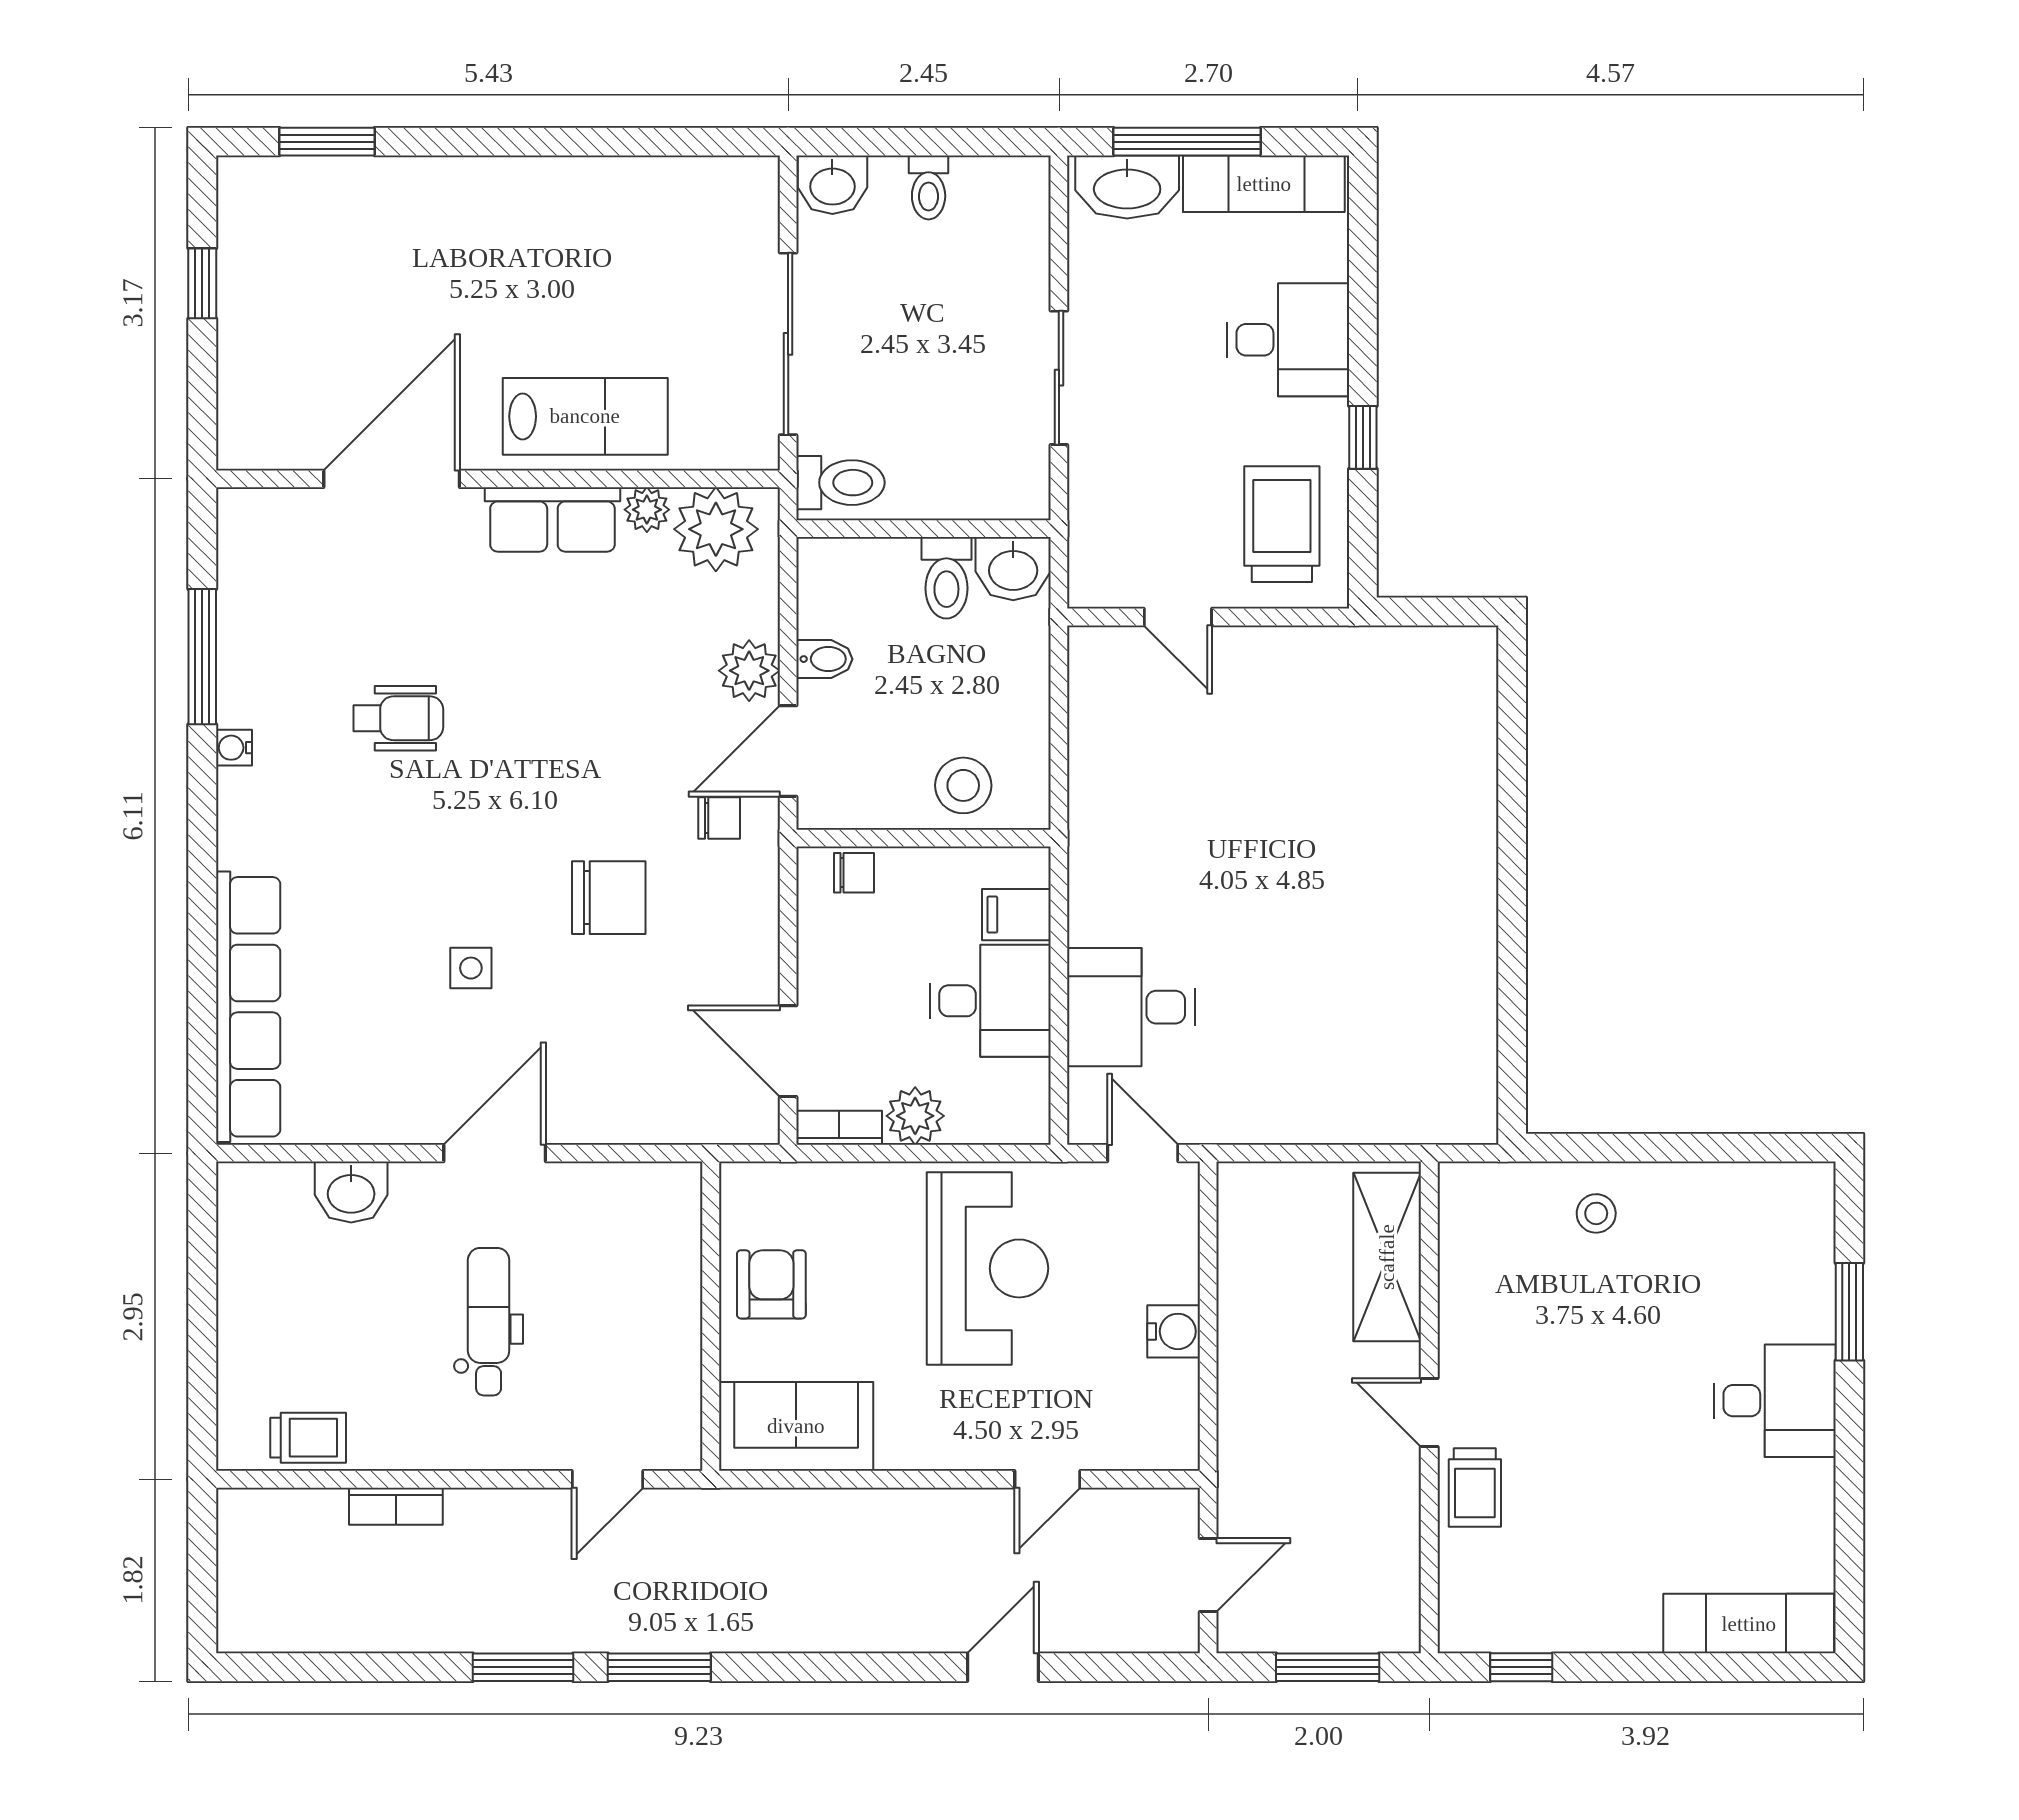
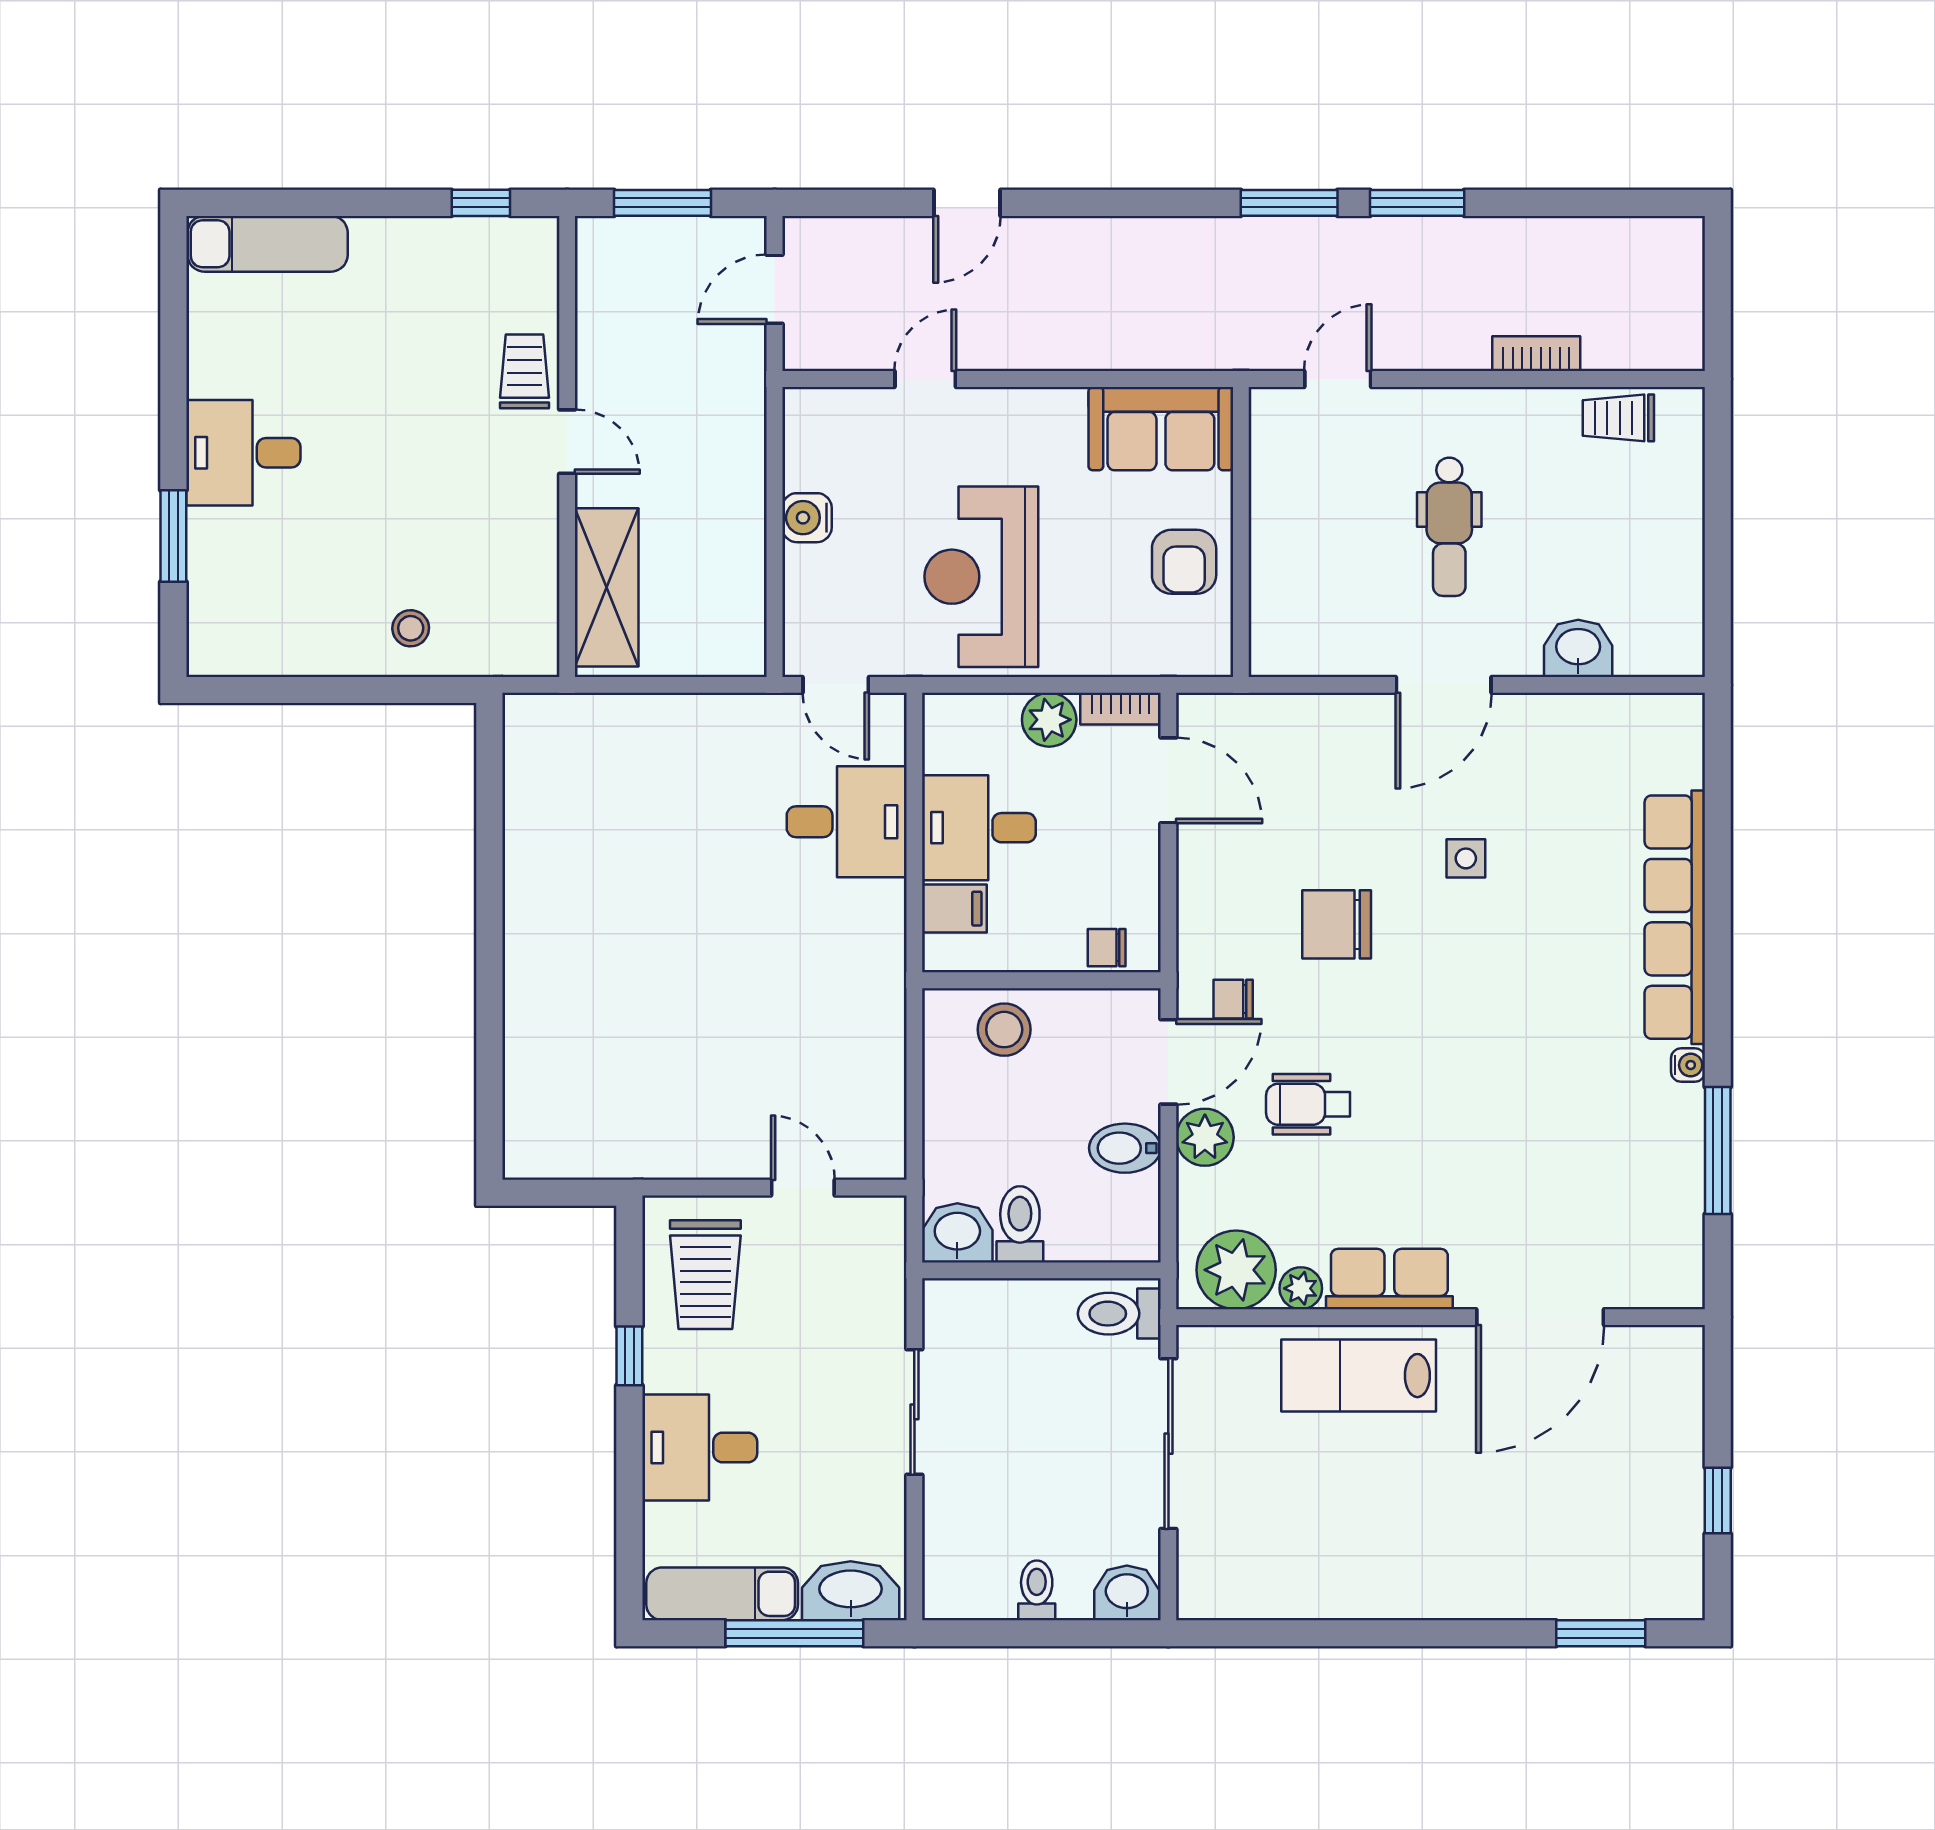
bidet: (824, 659) -> (1125, 1148), width x1.38, depth x1.36
wheelchair: (398, 718) -> (1308, 1104), moved
row of seats: (248, 1007) -> (1675, 917), moved

